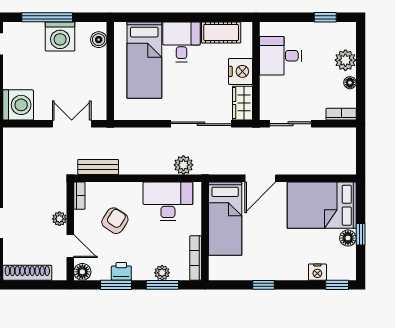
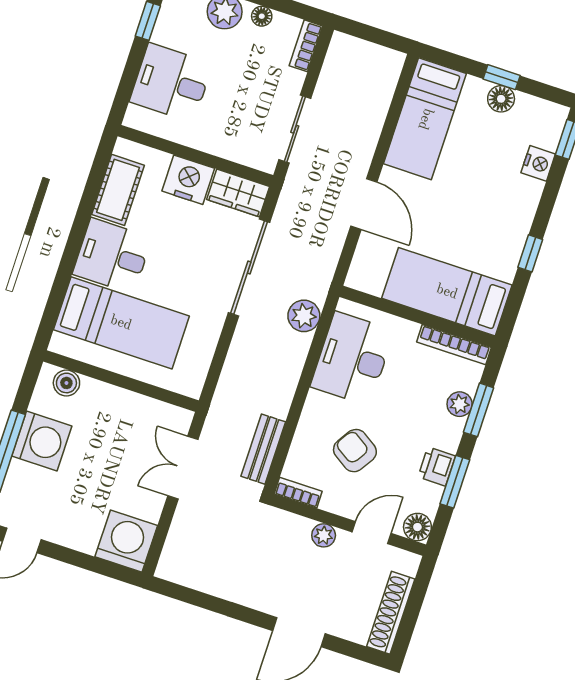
desk: (280, 56) -> (171, 83), moved, turned 90
bed: (322, 205) -> (425, 119), width x0.67
bed: (225, 219) -> (447, 292), moved, turned 180

